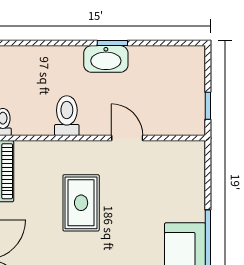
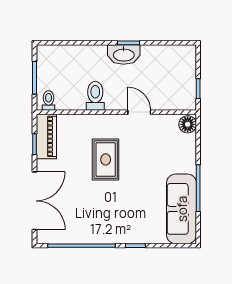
floor lamp: (193, 155) -> (188, 124), added

